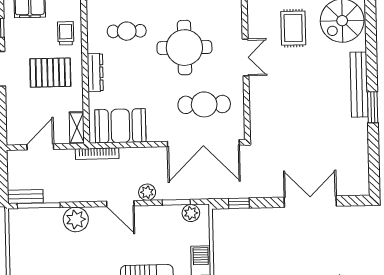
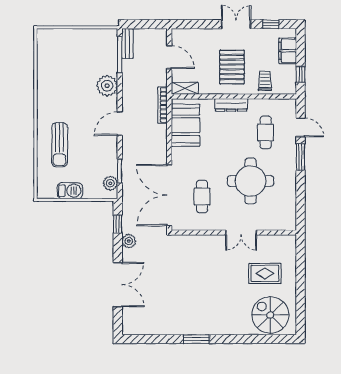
trolley: (66, 33) -> (265, 81), turned -90
bench: (359, 85) -> (216, 328), removed
cafe table: (204, 104) -> (202, 197), width x0.73, depth x0.74
plant: (147, 192) -> (129, 241), moved

